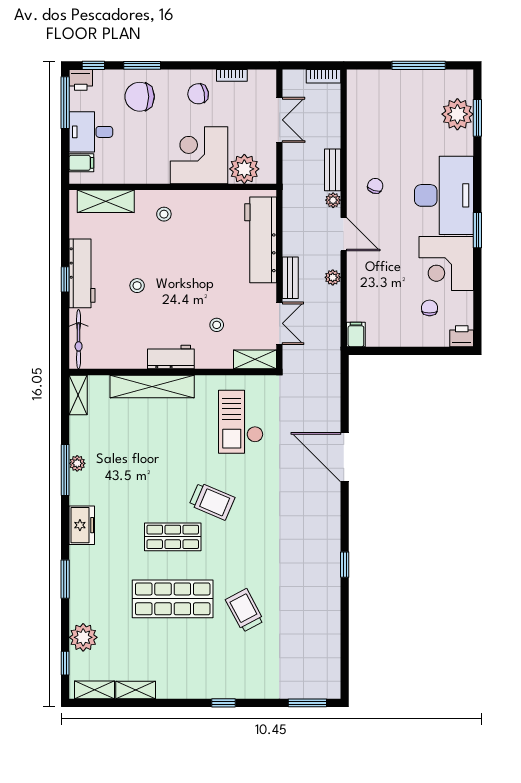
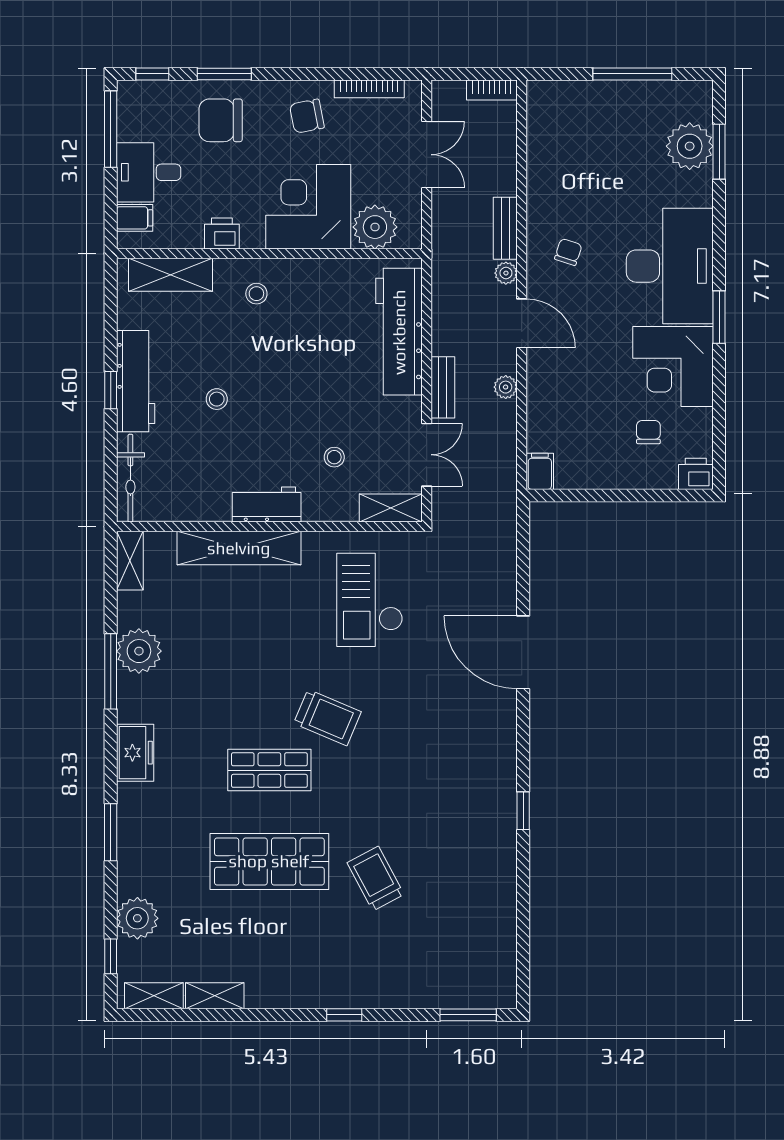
bookcase: (232, 75) -> (369, 89), width x1.56
printer: (81, 80) -> (222, 234), moved, turned 180
plant: (77, 463) -> (139, 651), width x1.87, depth x1.87

